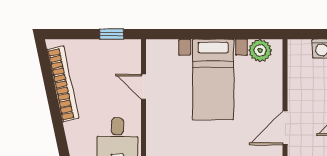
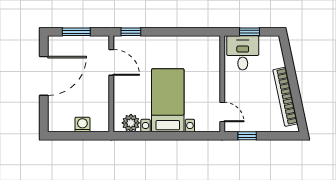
door: (144, 87) -> (222, 112), moved
door: (285, 128) -> (111, 62), hinge flipped

